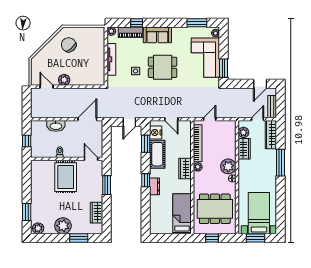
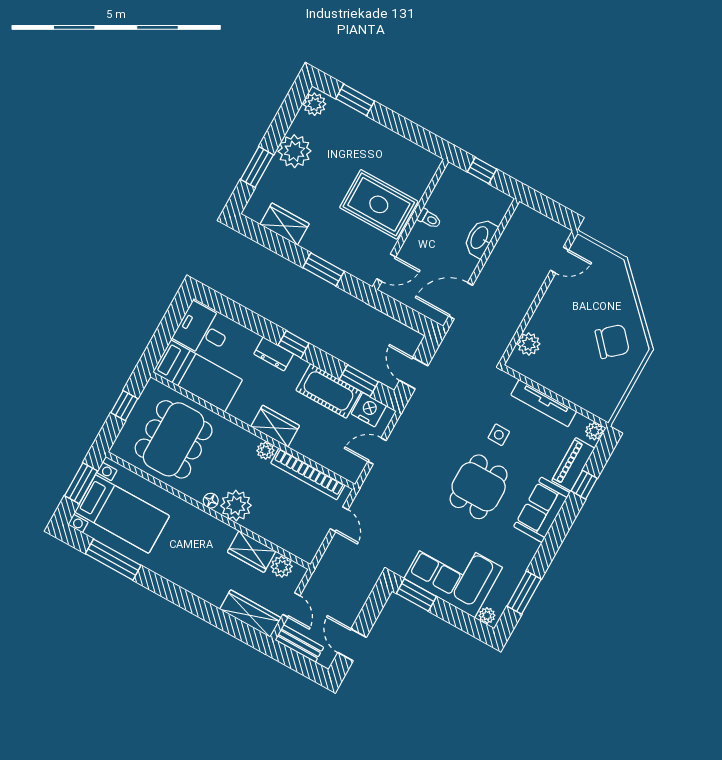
plant: (64, 80) -> (529, 344), moved
door: (87, 119) -> (461, 301), swing flipped
window: (281, 163) -> (113, 560), moved
desk: (161, 222) -> (203, 330), added

